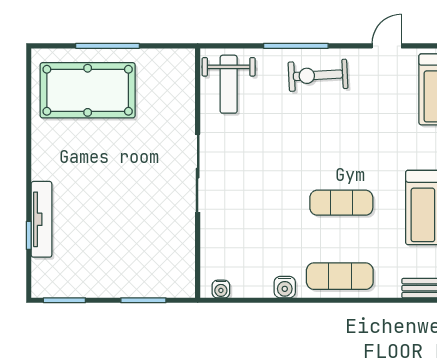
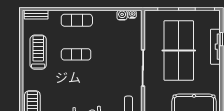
table tennis table: (121, 211) -> (179, 50), added
water cooler: (285, 287) -> (122, 15), moved

